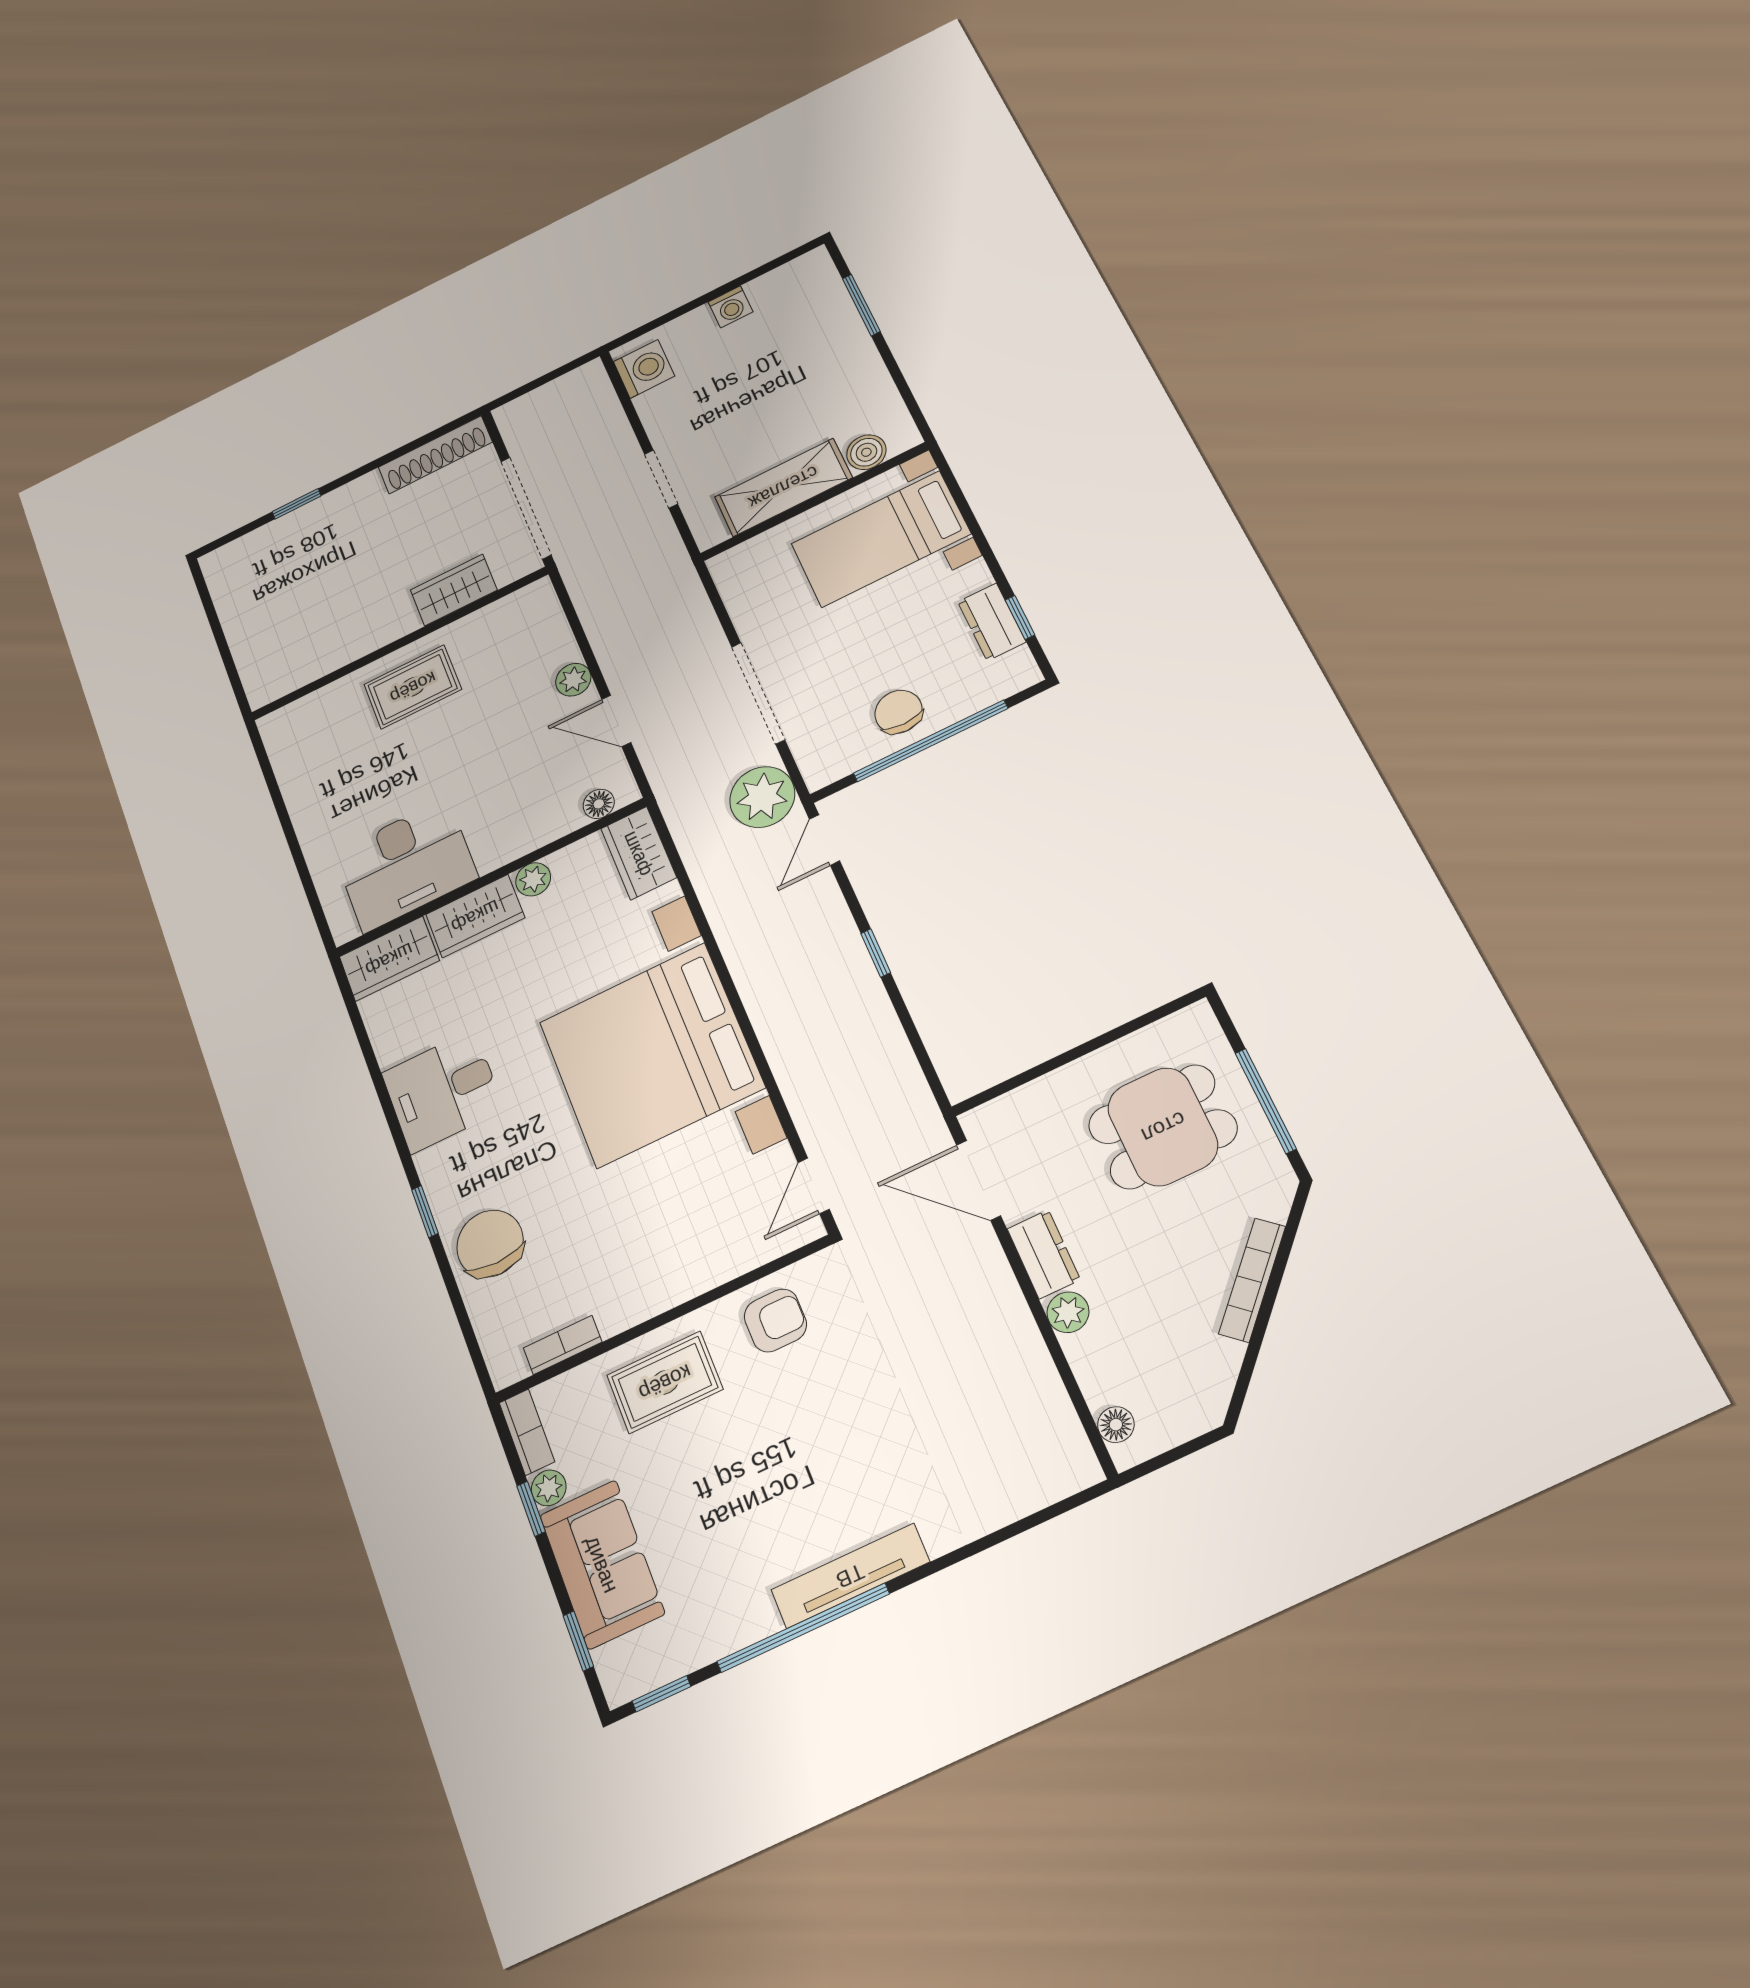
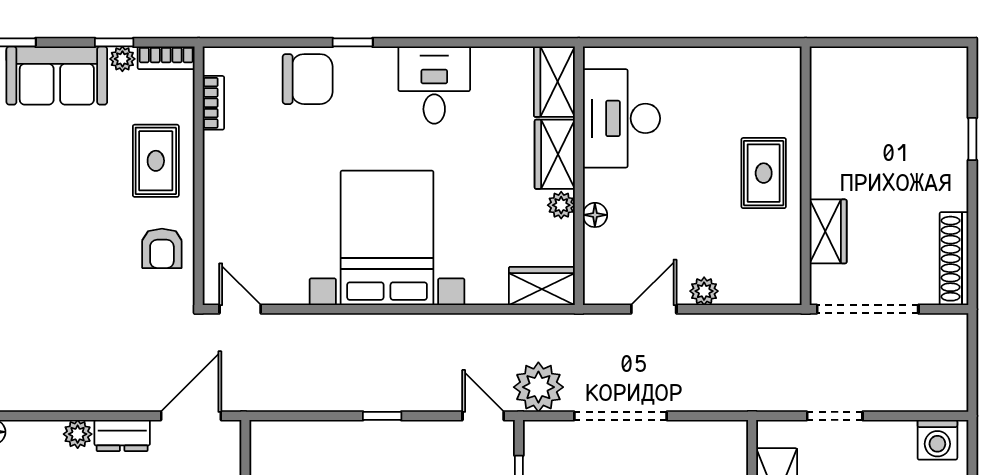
floor lamp: (599, 804) -> (595, 215), moved
bed with nightstands: (651, 1055) -> (387, 238), width x0.73

